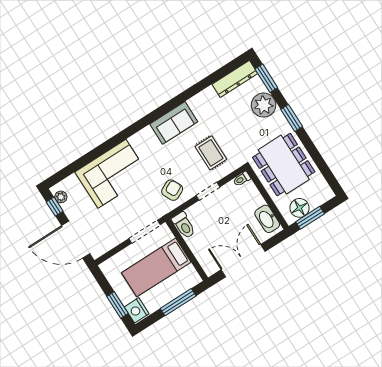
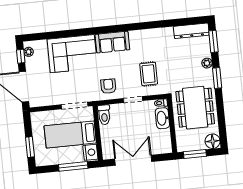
plant: (264, 105) -> (207, 63), width x0.53, depth x0.53
sofa: (174, 123) -> (112, 42), moved
armchair: (172, 190) -> (108, 86), turned -64
floor lamp: (299, 208) -> (213, 141), moved
washbasin: (267, 219) -> (162, 118), moved
nightstand: (137, 310) -> (90, 152), moved, turned 180

